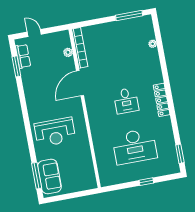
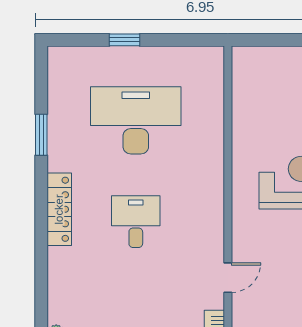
door: (80, 83) -> (228, 278), width x0.53
window: (180, 154) -> (41, 135), moved

